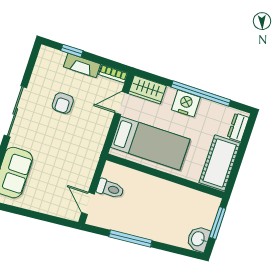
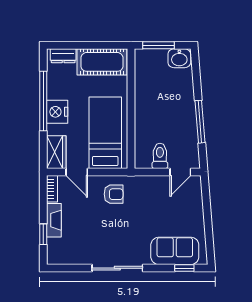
armchair: (63, 103) -> (114, 194), moved

